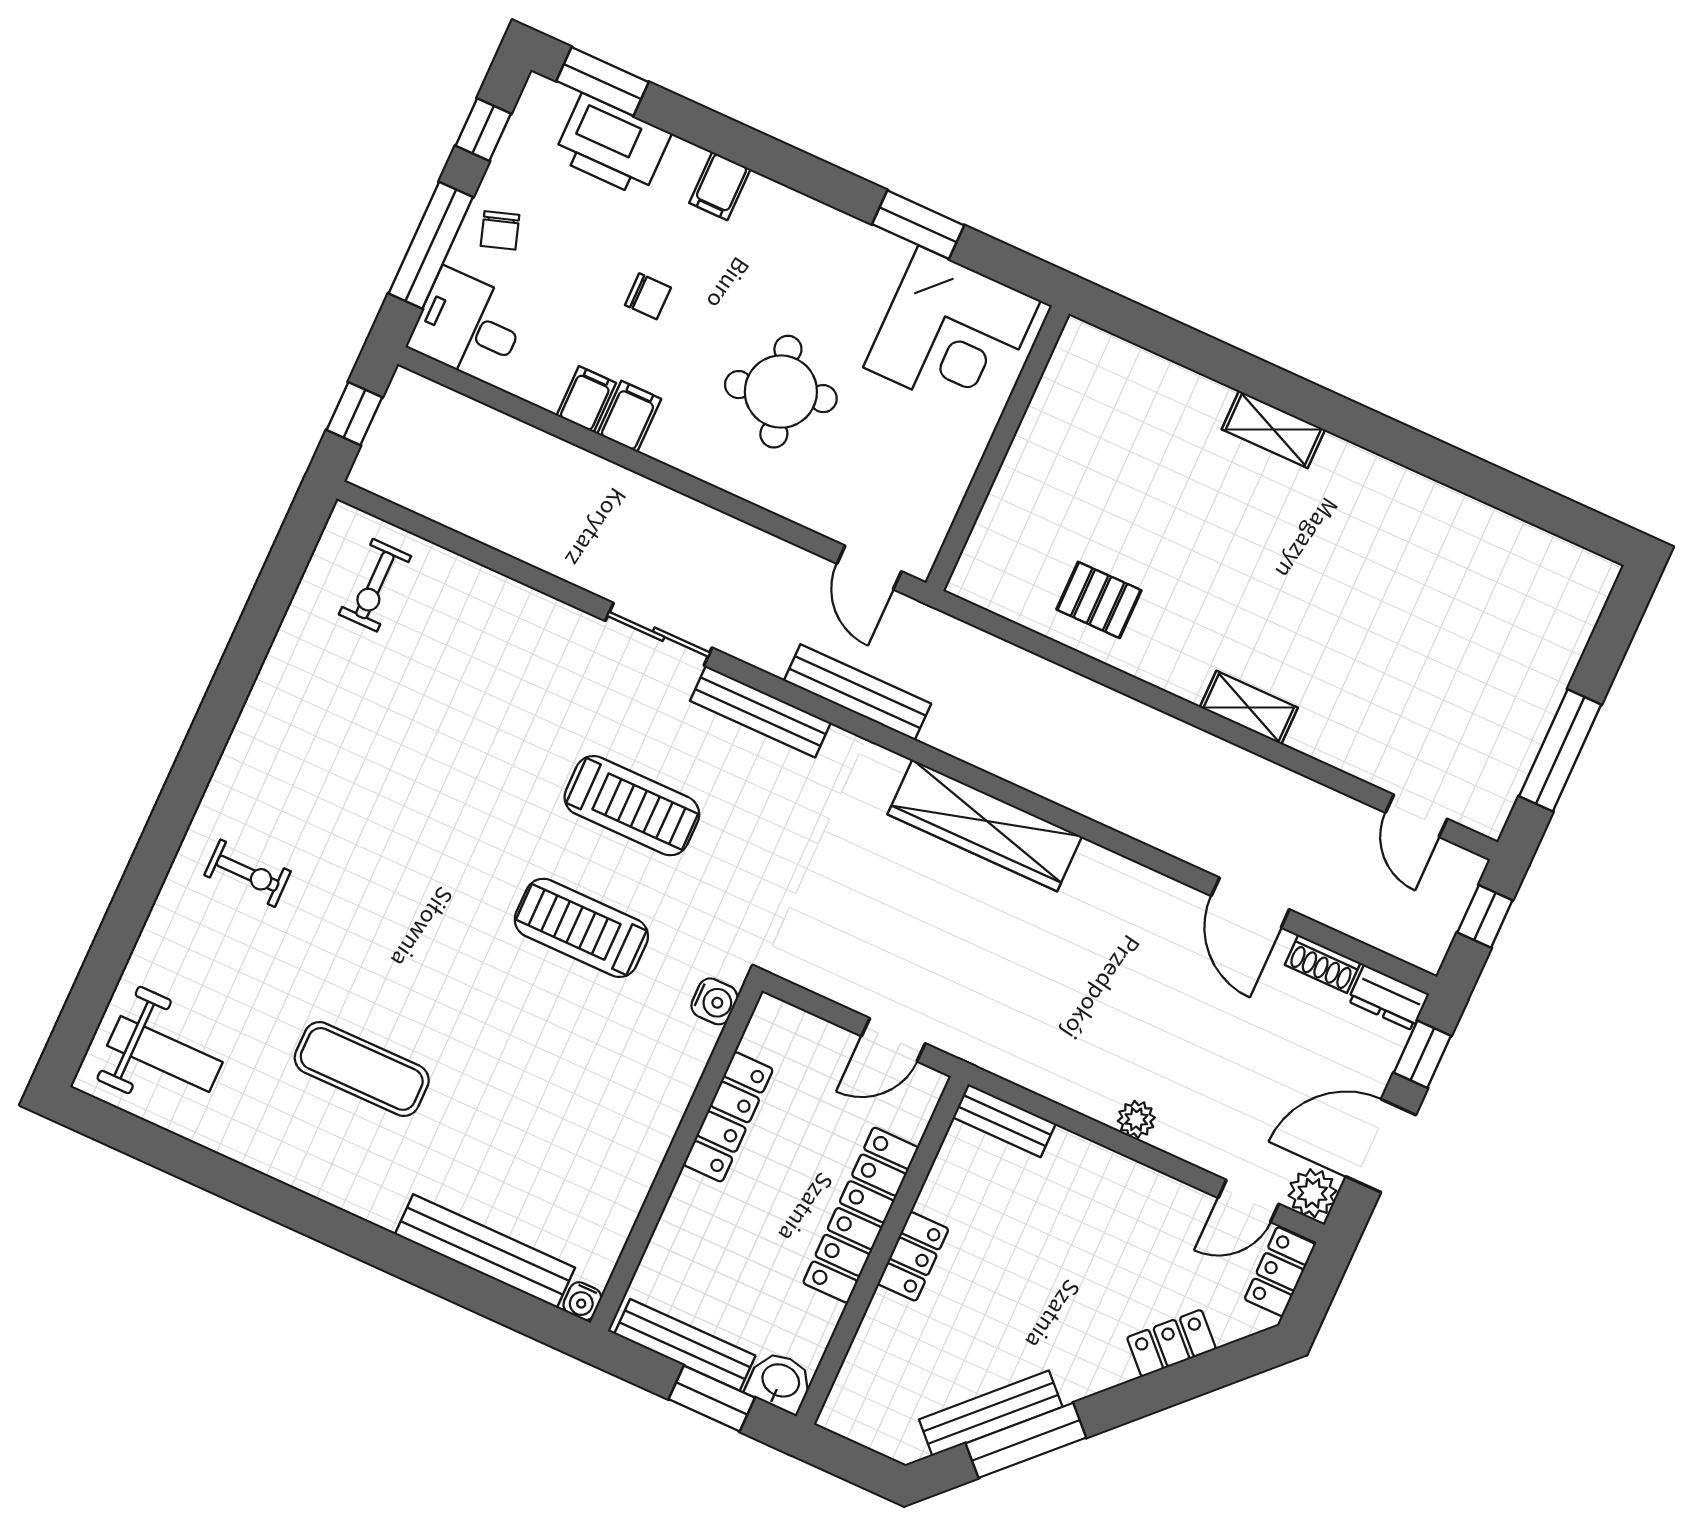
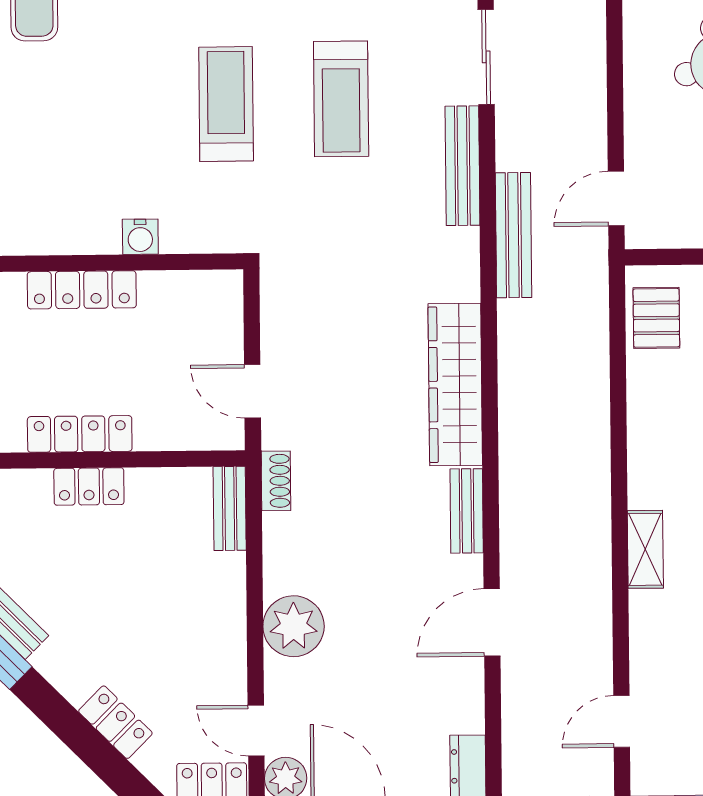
pallet: (1099, 600) -> (656, 318), moved
bench: (1122, 875) -> (467, 511), added
shoe rack: (1323, 964) -> (276, 481), moved, turned 180
water cooler: (714, 1001) -> (140, 237), moved
locker: (728, 1117) -> (82, 290), moved
plant: (1136, 1119) -> (294, 626), width x1.87, depth x1.87
locker: (861, 1215) -> (80, 434), width x0.71, depth x0.83

